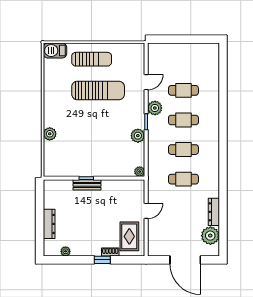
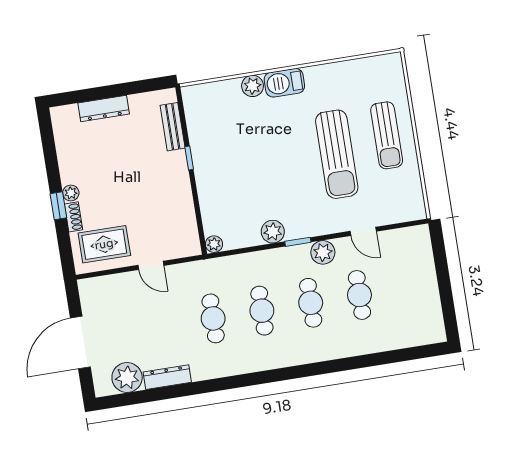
barbecue: (55, 51) -> (284, 83), moved, turned -90
bench: (87, 185) -> (173, 127), moved
plant: (66, 251) -> (71, 193), moved

